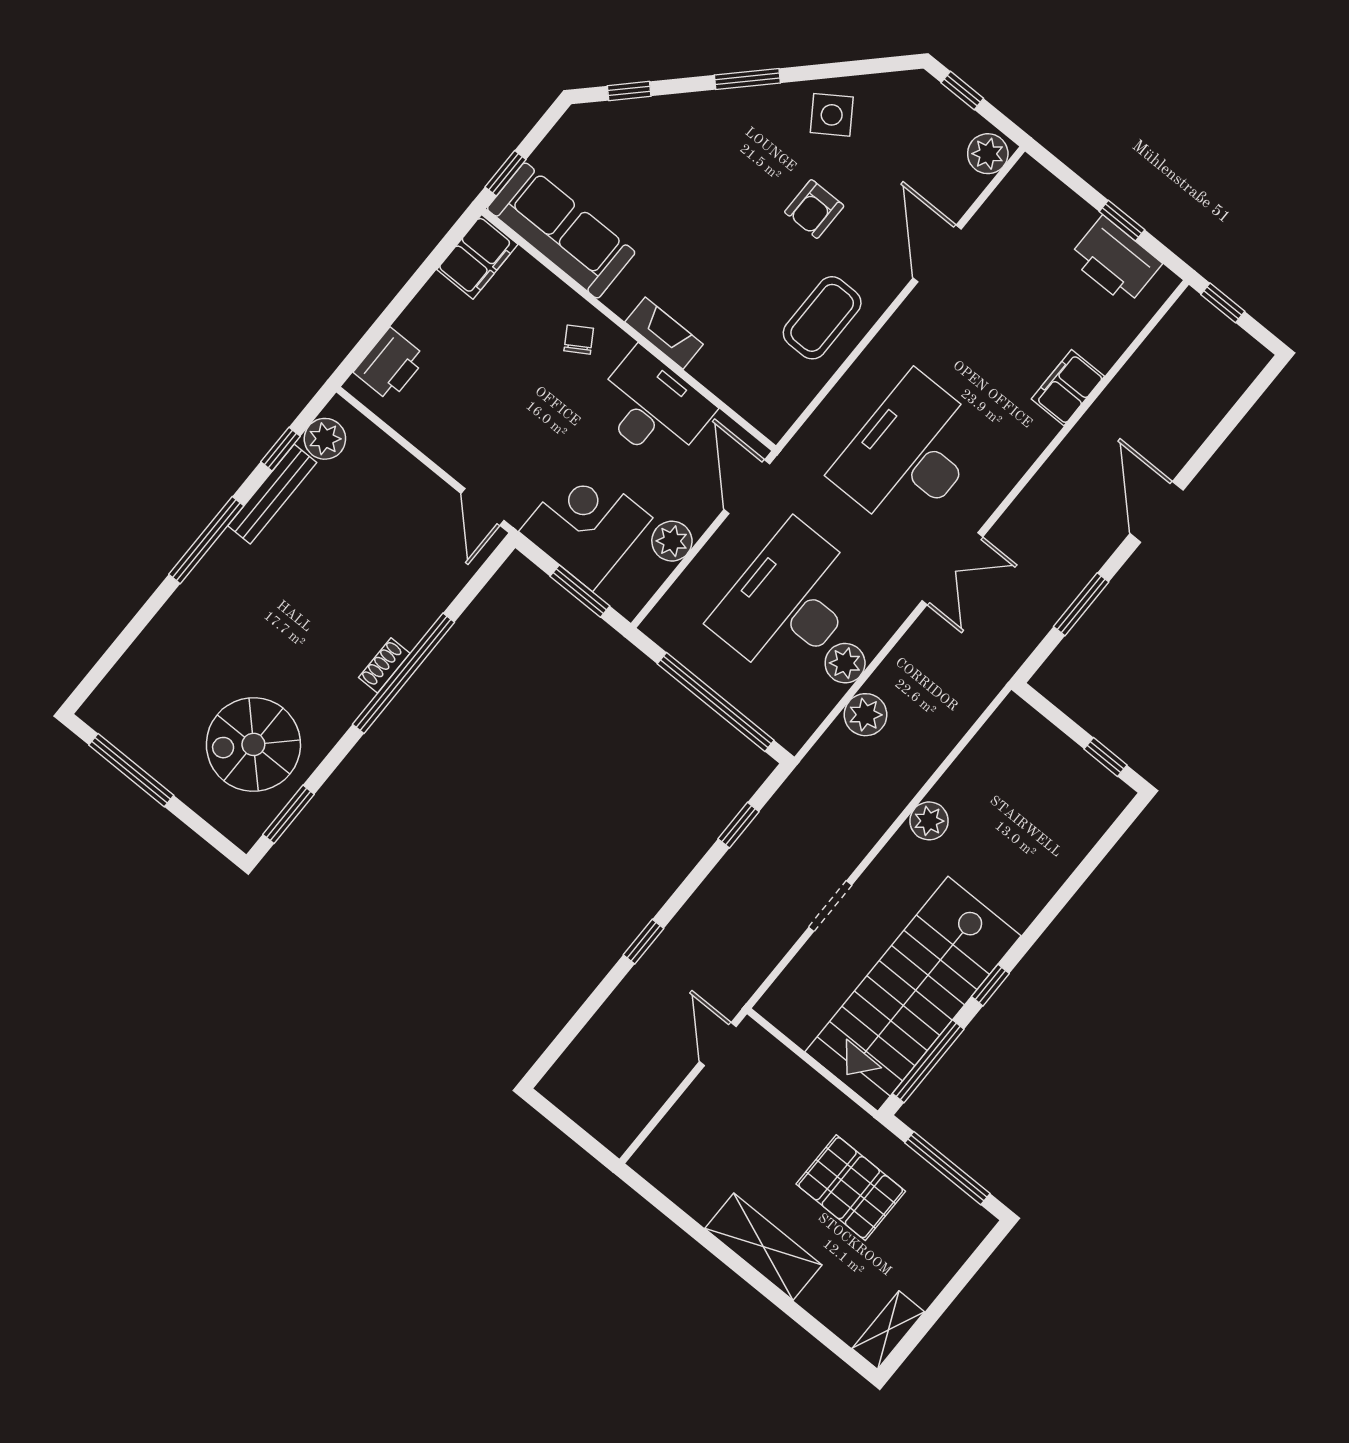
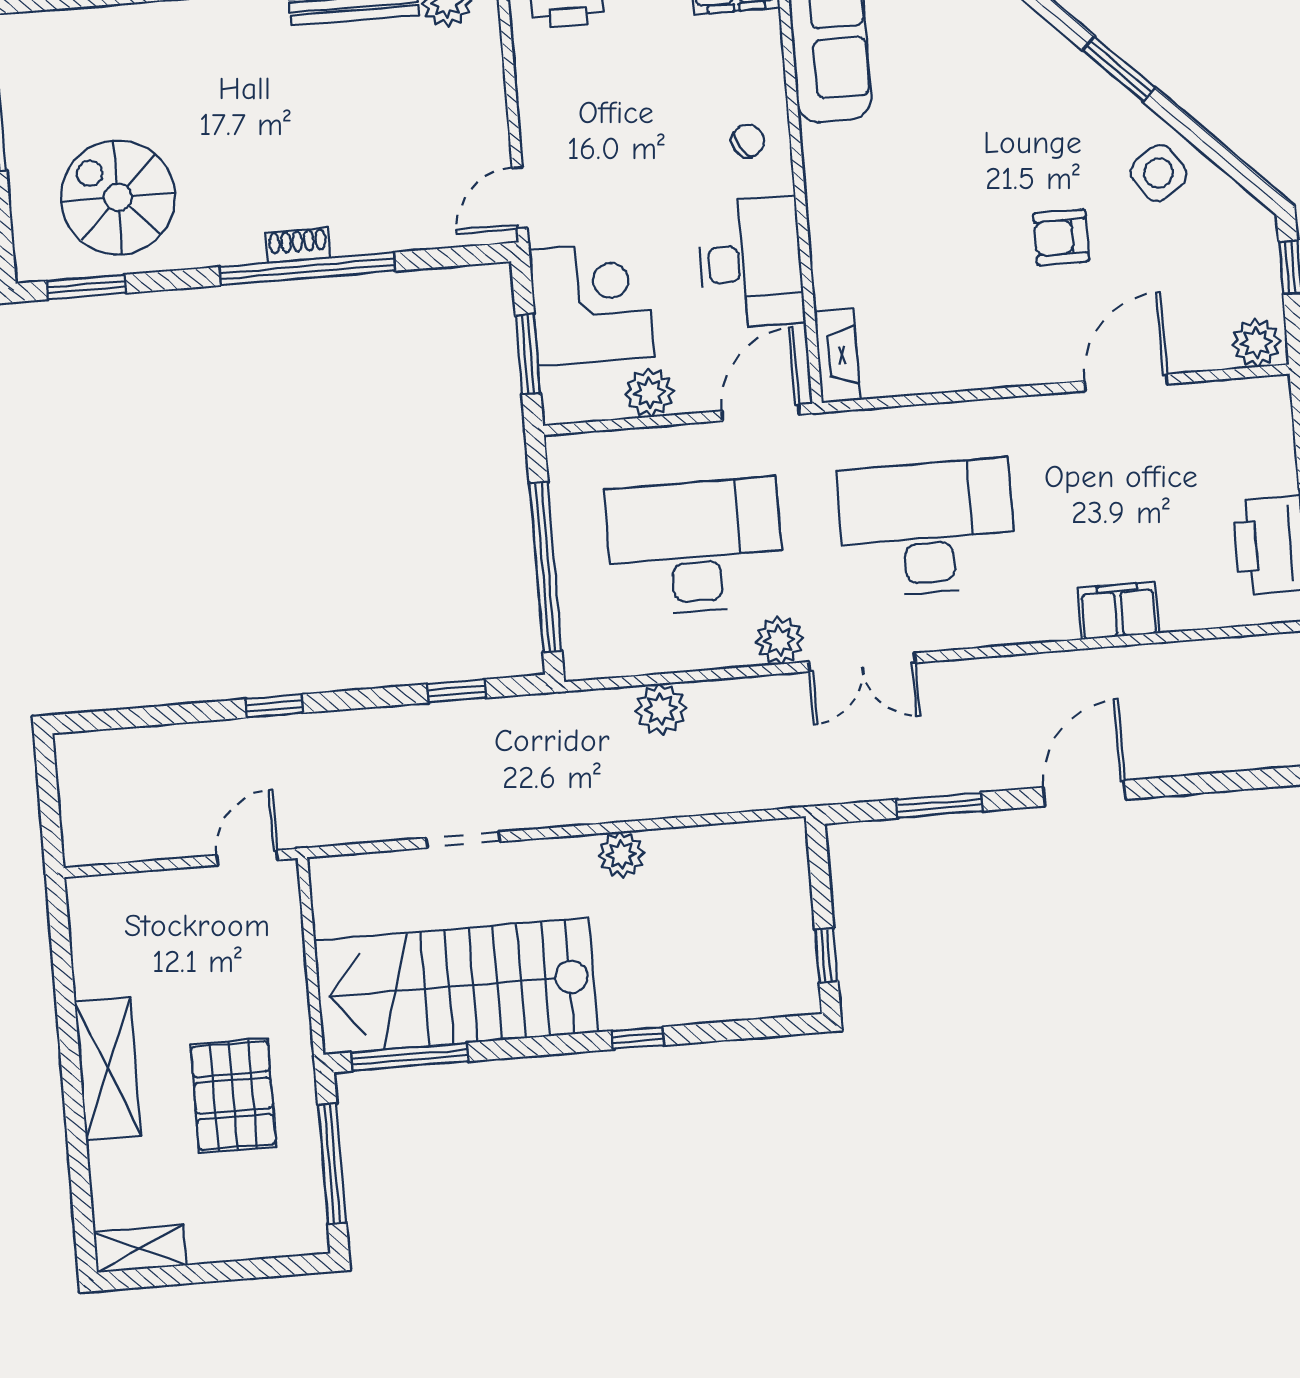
coffee table: (822, 318) -> (972, 336), removed
fireplace: (664, 333) -> (837, 356), moved
plant: (845, 663) -> (779, 640), moved
window: (990, 985) -> (638, 1038), moved

